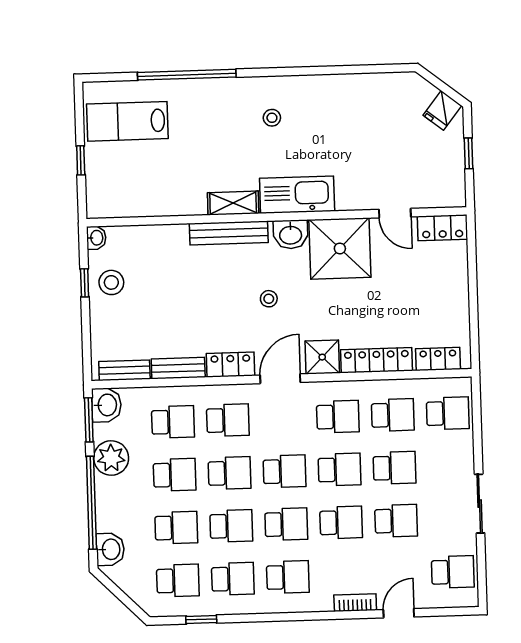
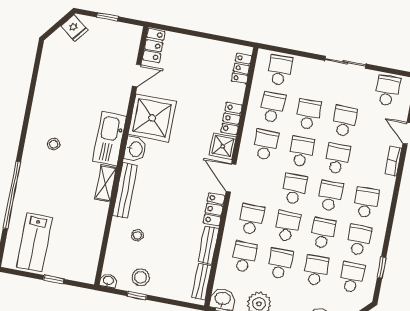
stool: (269, 299) -> (137, 235), moved
locker: (377, 360) -> (232, 118), width x0.66

